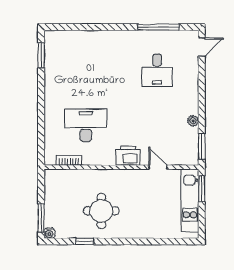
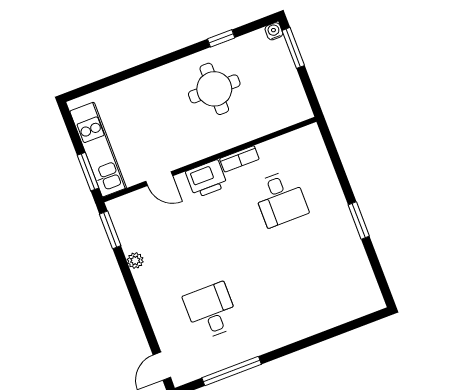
window: (41, 55) -> (359, 220), moved
desk: (86, 125) -> (280, 198), width x0.73
bookcase: (69, 160) -> (239, 159), moved

